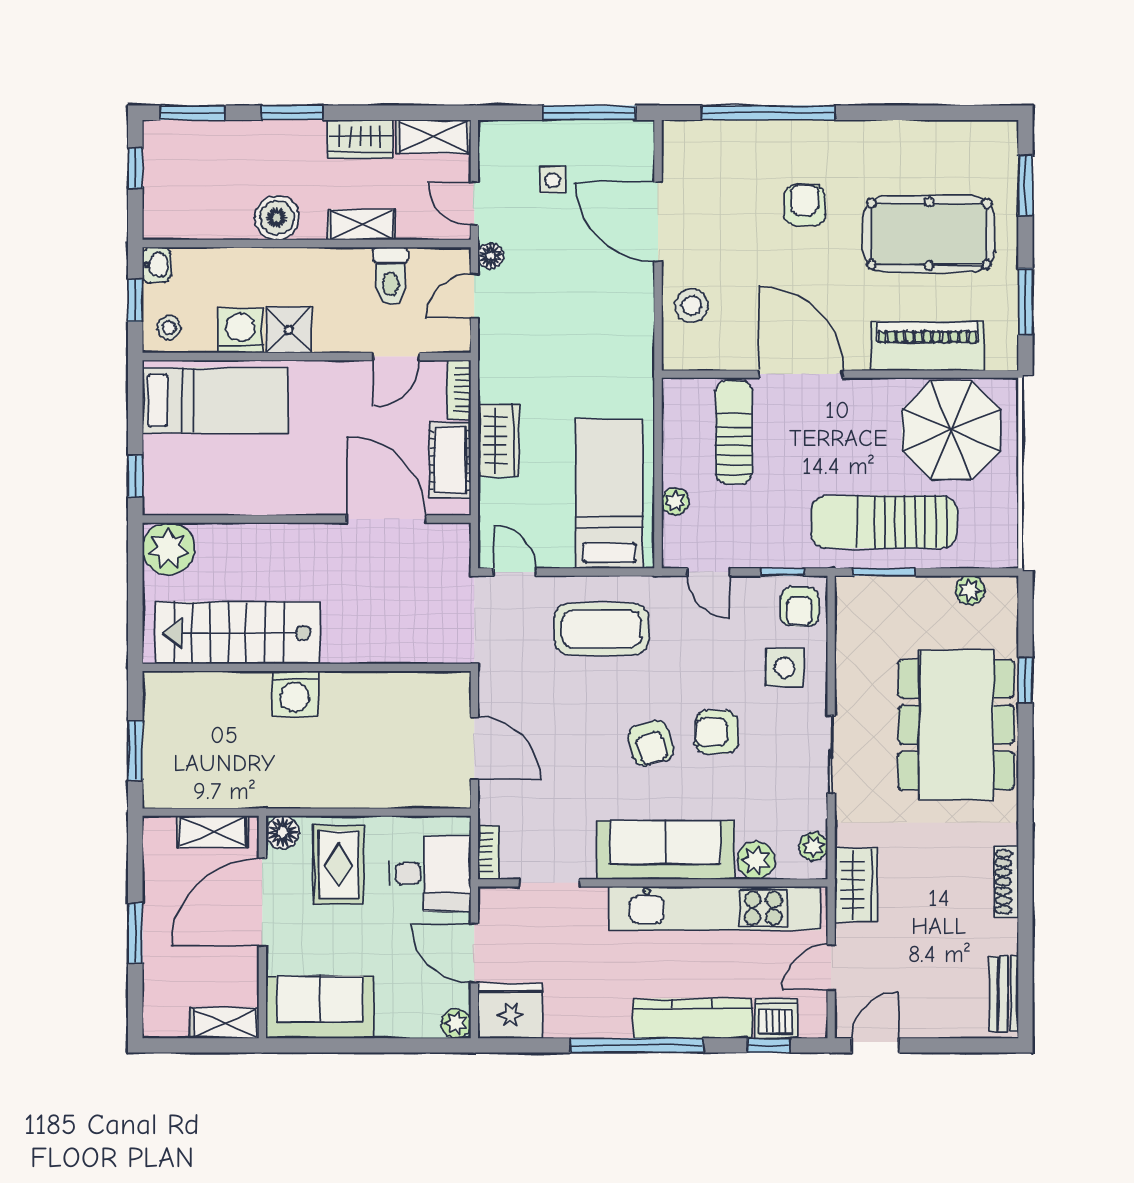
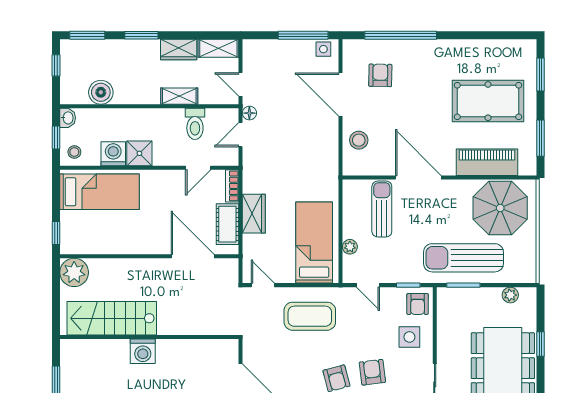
side table: (553, 180) -> (323, 49), moved
armchair: (805, 205) -> (380, 75), moved
boiler: (277, 218) -> (101, 92), moved
armchair: (717, 732) -> (372, 372), turned 83

